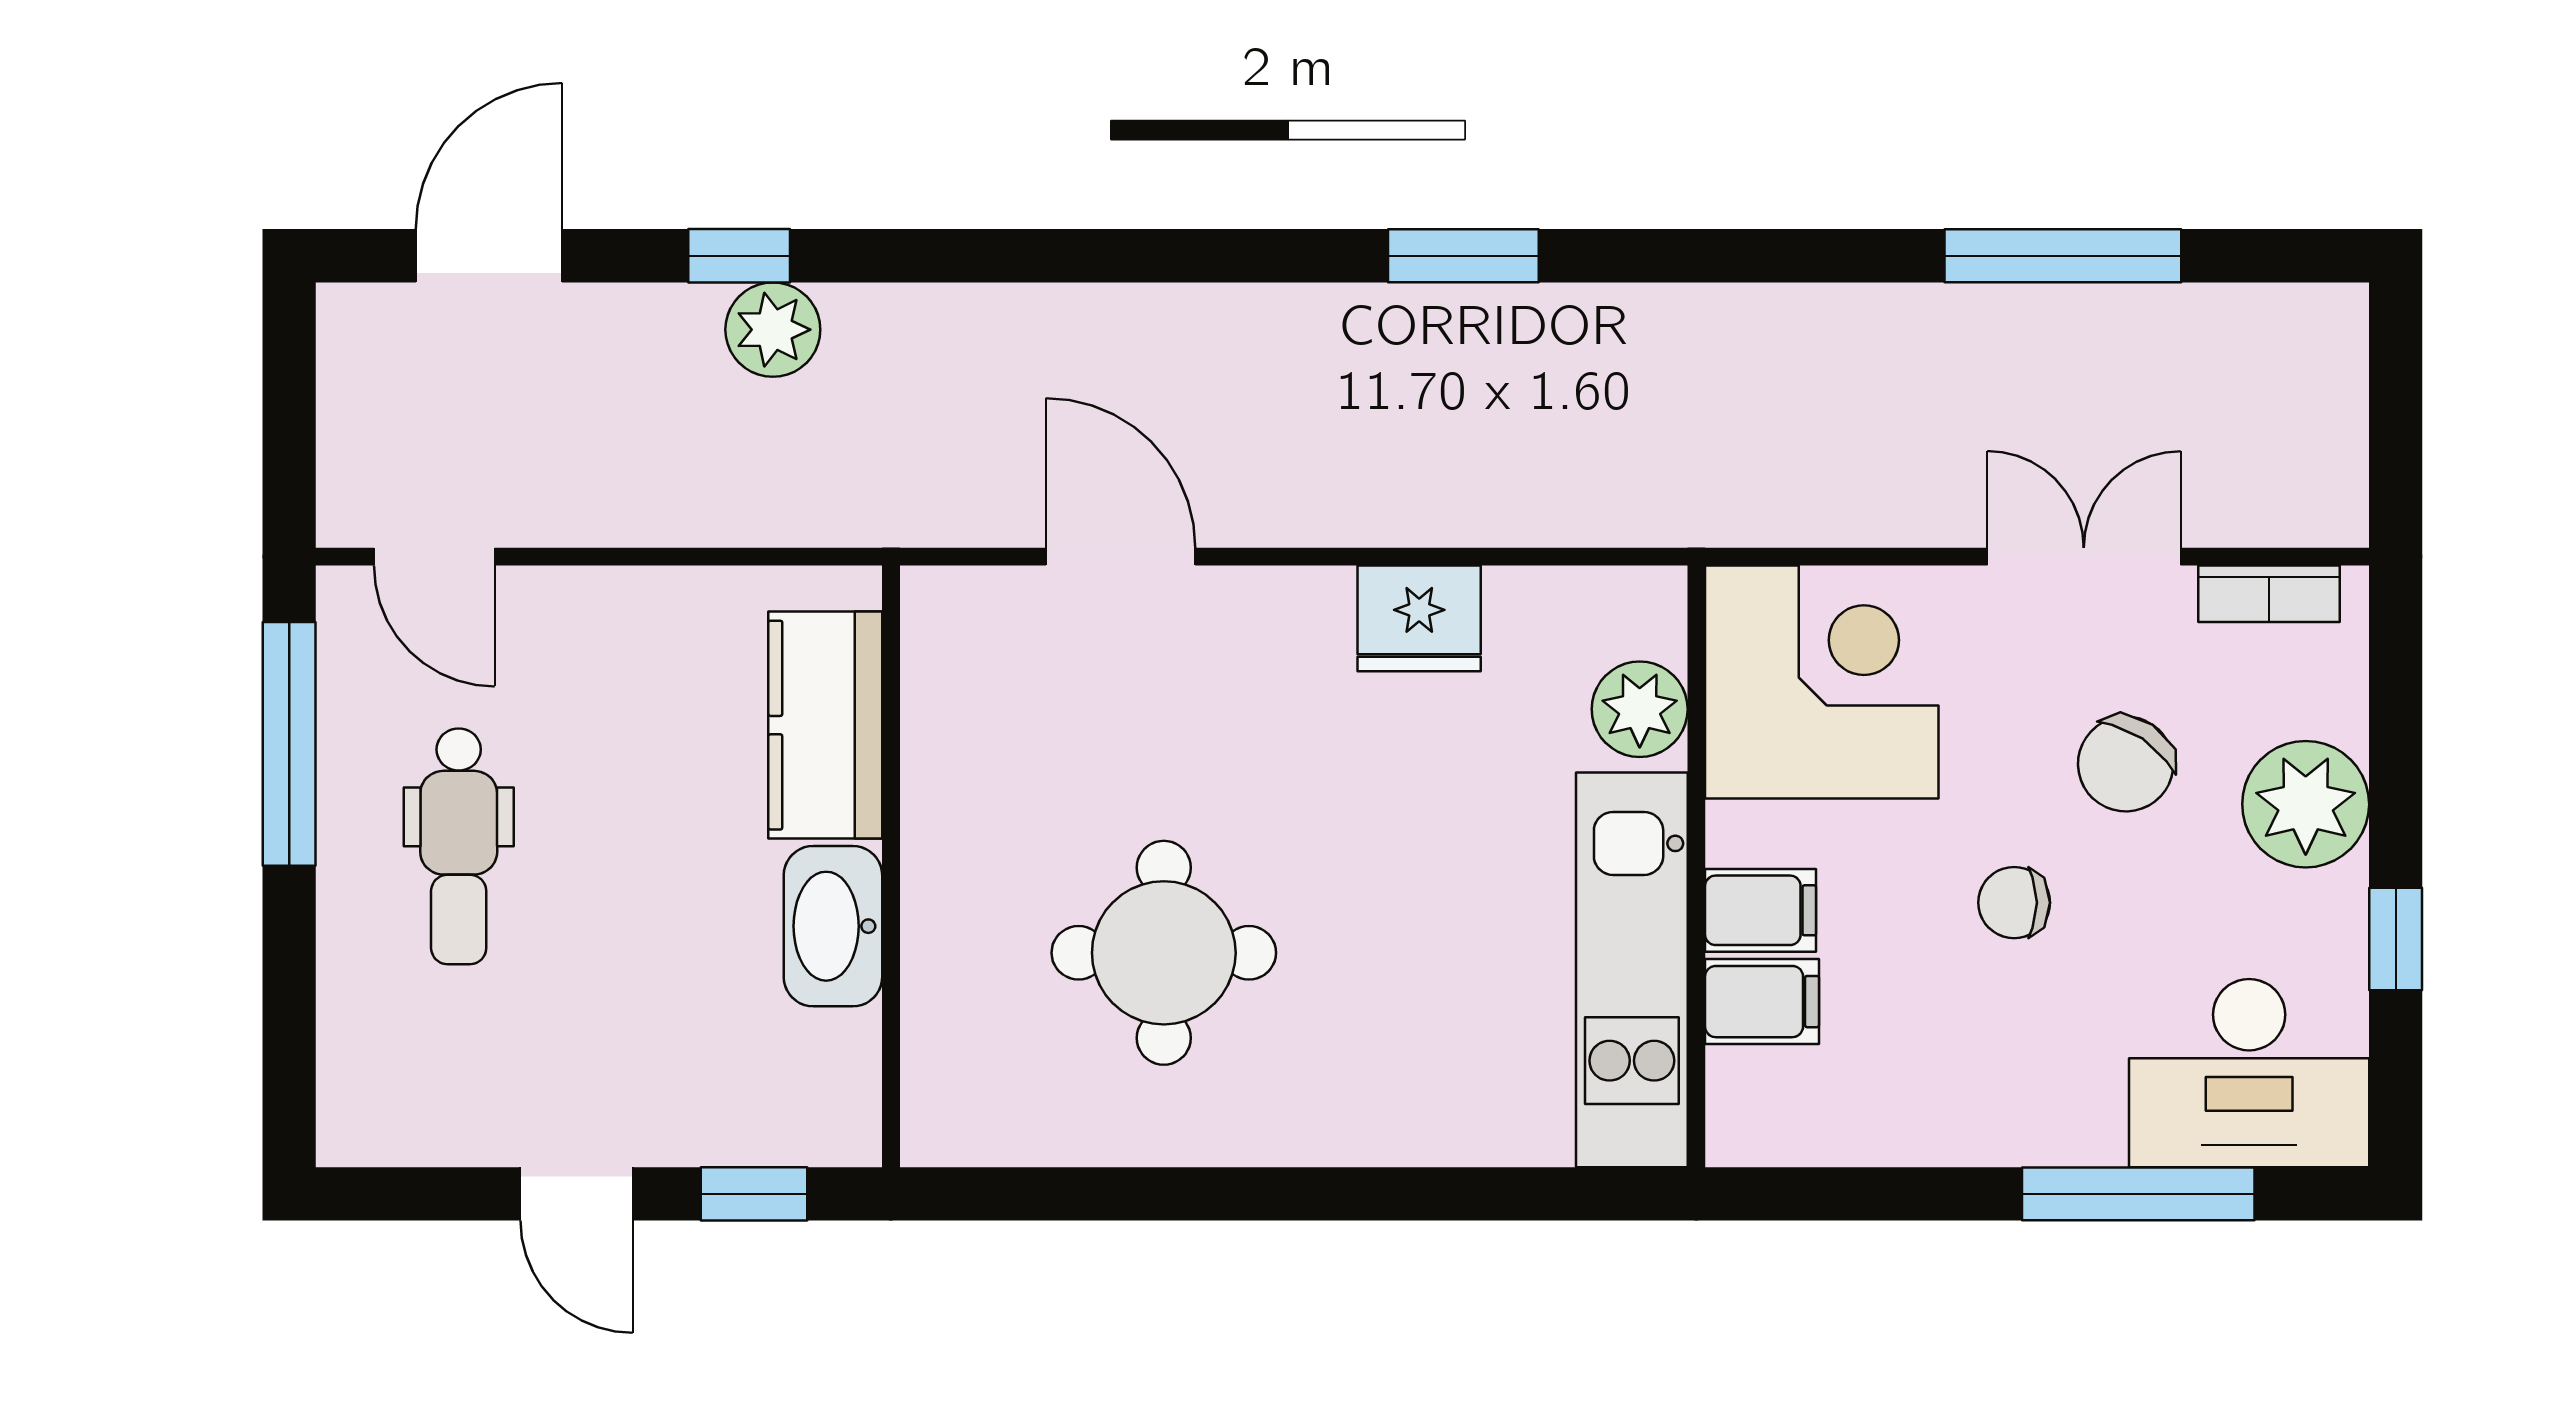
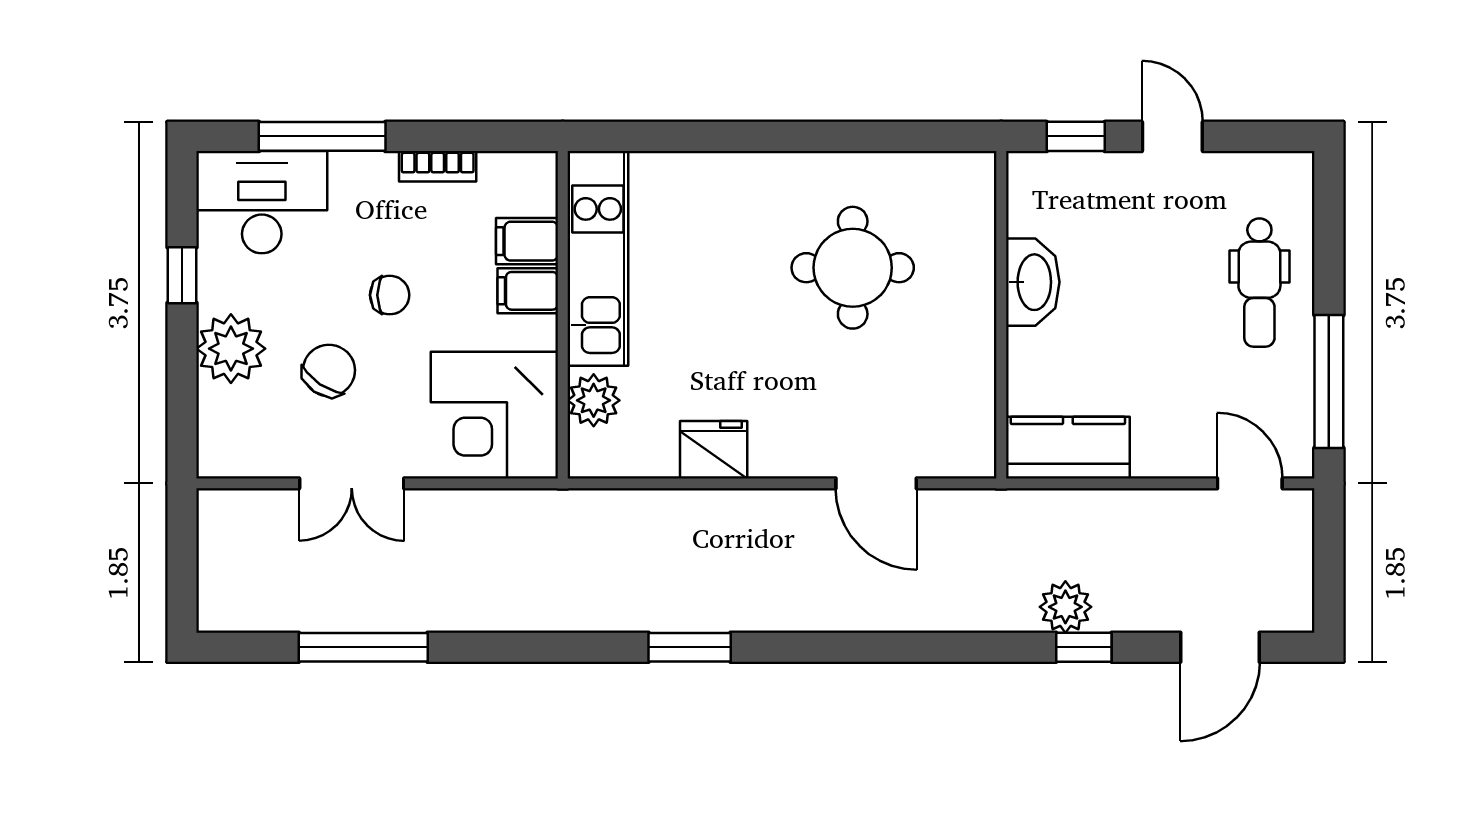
bookcase: (2269, 594) -> (438, 166), moved, turned 180
kitchen counter: (825, 725) -> (1068, 448), moved, turned -90
dental chair: (459, 846) -> (1259, 283), moved, turned 180

